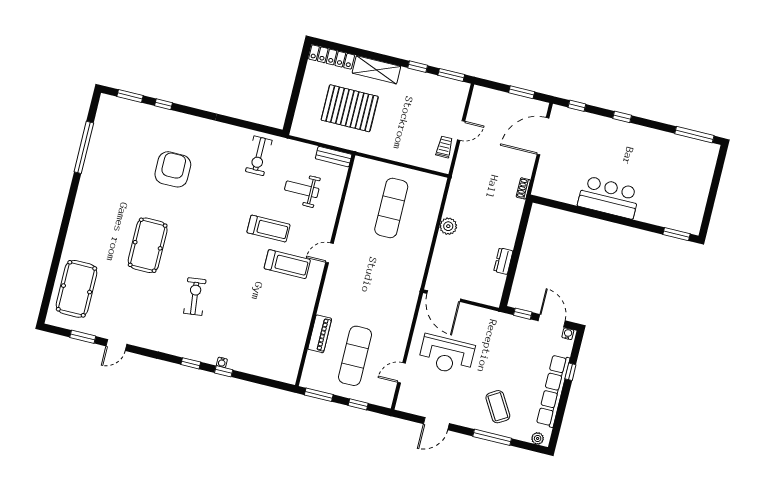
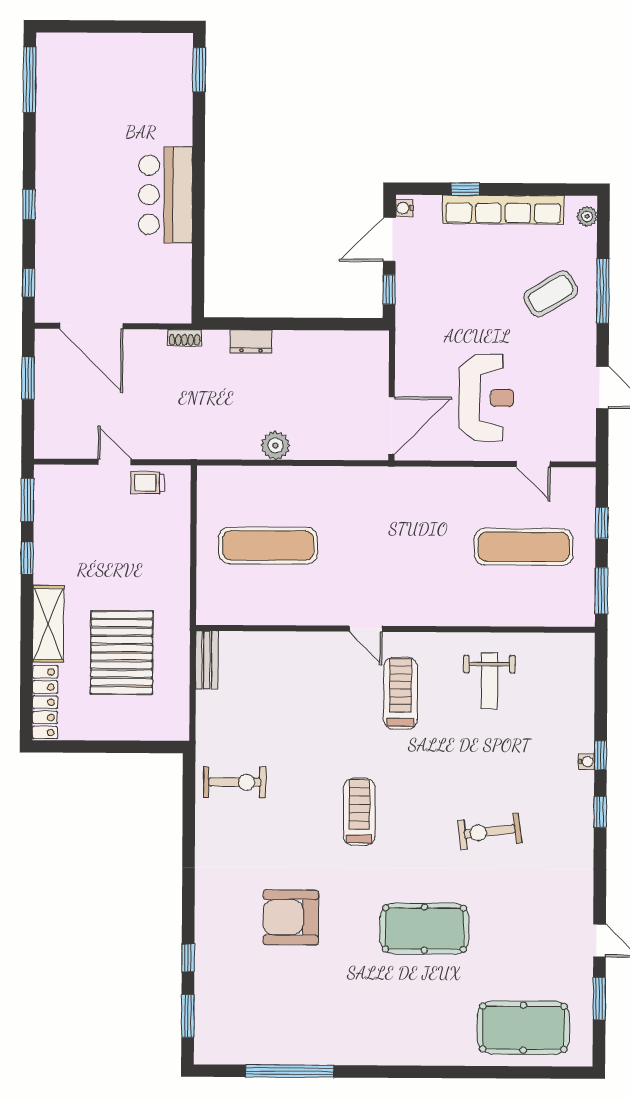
weight bench: (302, 189) -> (489, 681), moved
treadmill: (268, 229) -> (359, 812), moved
dresser: (503, 261) -> (251, 341), moved
piano: (320, 334) -> (502, 613), removed

